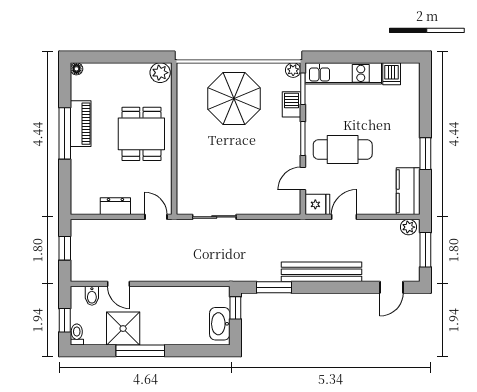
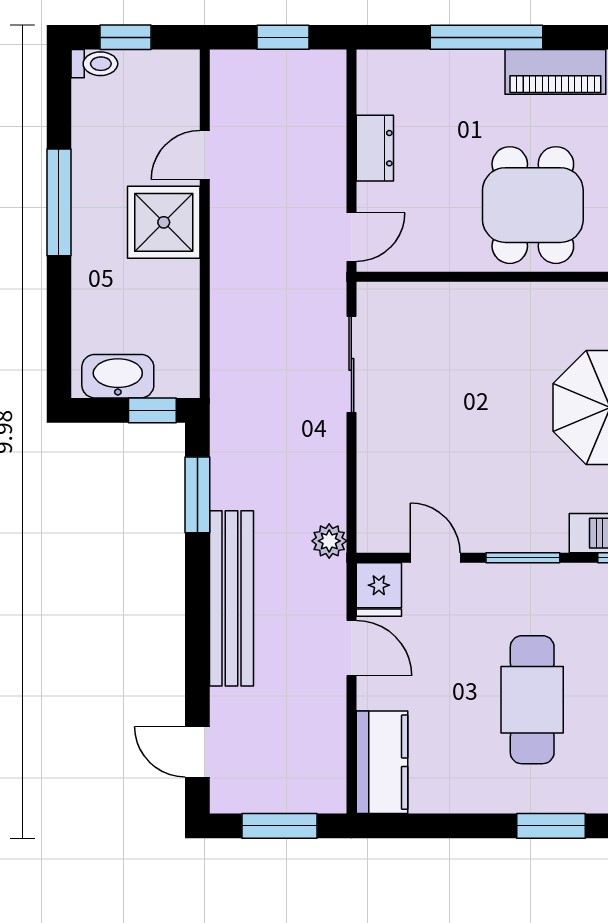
window: (65, 133) -> (486, 37), moved
dining table: (141, 134) -> (533, 205), turned 90
cafe table: (343, 149) -> (532, 700), moved
window: (425, 154) -> (551, 826), moved
kitchen counter: (408, 191) -> (382, 762), moved, turned 90
plant: (409, 227) -> (329, 541), moved
bidet: (92, 296) -> (179, 97), removed
shower: (123, 329) -> (164, 222), moved

